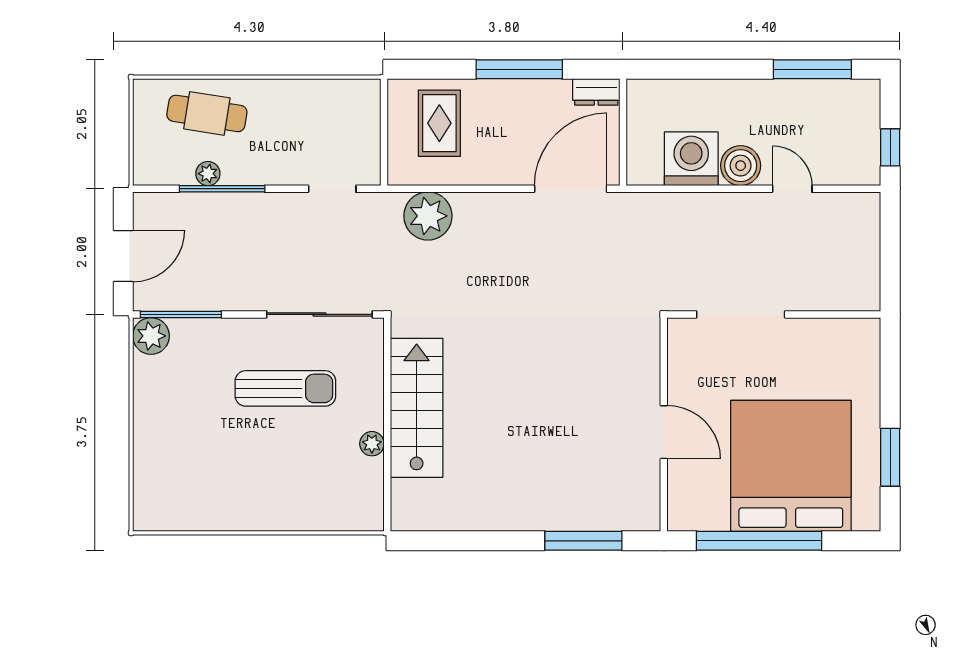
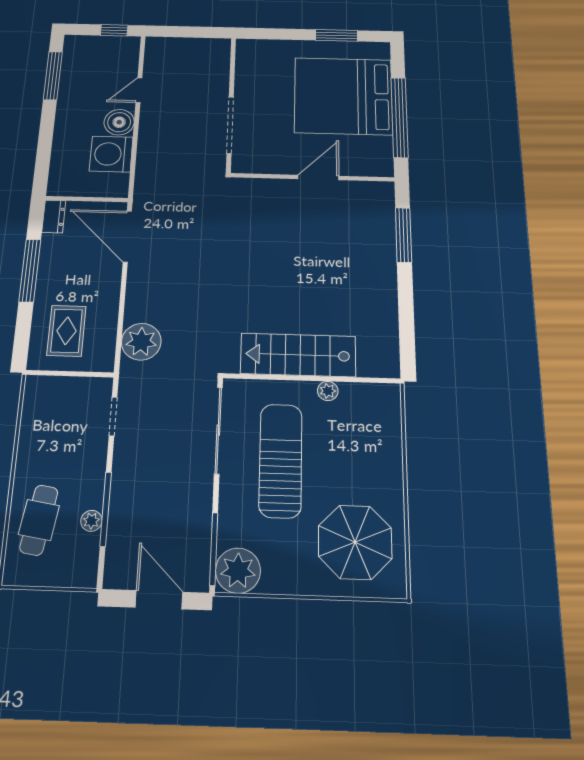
rug: (439, 123) -> (66, 331), turned 90
plant: (151, 336) -> (238, 571), width x1.36, depth x1.36
sun lounger: (285, 388) -> (281, 460), width x1.36, depth x1.34
parasol: (194, 474) -> (355, 542), added

